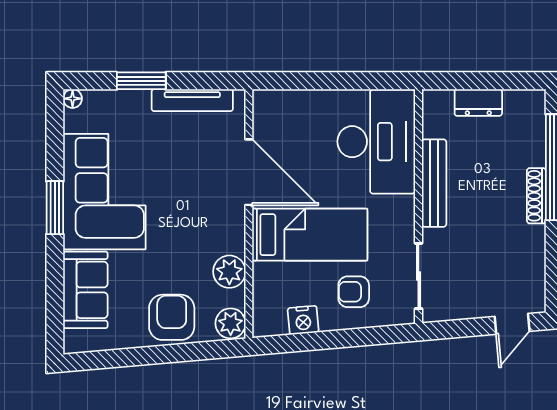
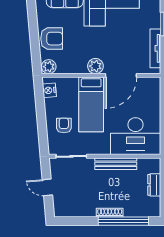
plant: (229, 272) -> (95, 66), moved
nightstand: (303, 320) -> (49, 90), moved
door: (512, 324) -> (47, 187), moved

